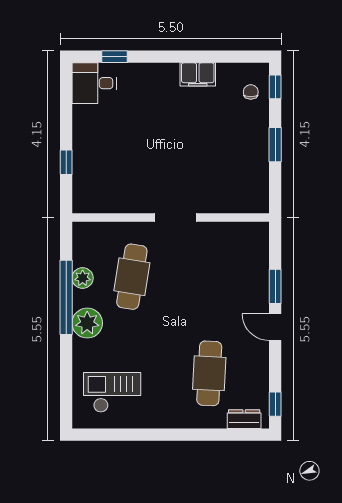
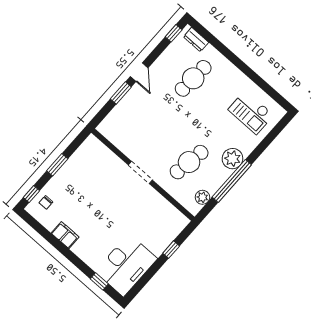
desk: (94, 83) -> (126, 265), width x1.87, depth x1.30
plant: (83, 278) -> (202, 197), moved

